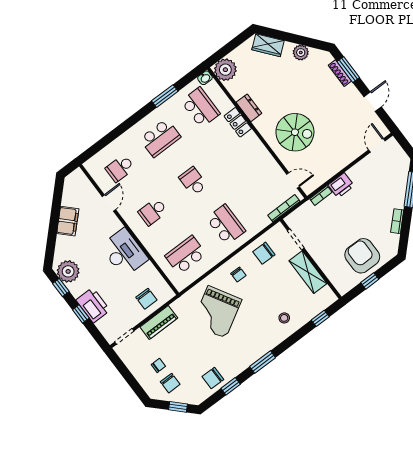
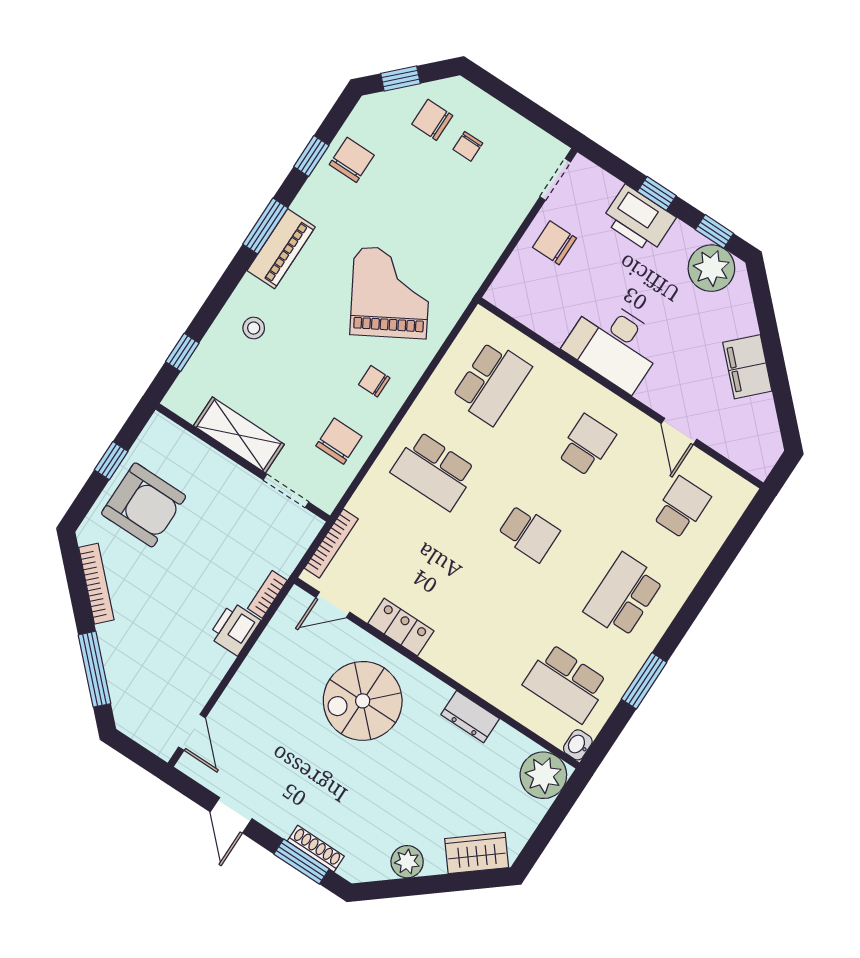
locker: (238, 122) -> (401, 627), moved
bookcase: (397, 221) -> (96, 584), width x1.56
chair: (146, 299) -> (555, 243), moved
piano: (159, 323) -> (281, 249), moved, turned 180

